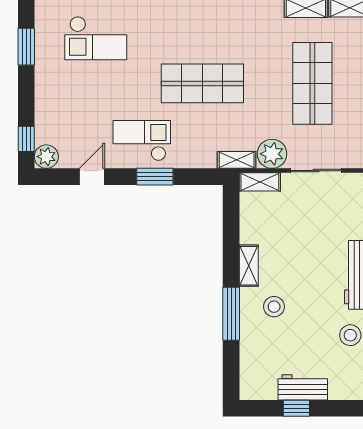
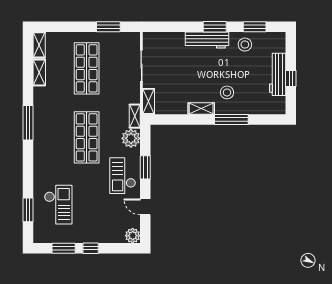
shop shelf: (312, 83) -> (87, 68), turned 90
window: (26, 139) -> (91, 248), moved
plant: (272, 154) -> (131, 138), moved
workbench: (303, 387) -> (278, 74), width x1.37

